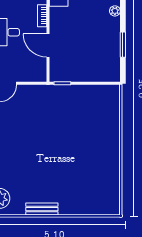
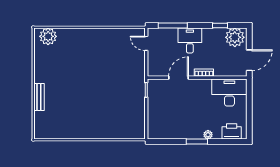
window: (123, 45) -> (197, 142), moved
bench: (42, 209) -> (39, 97), moved

